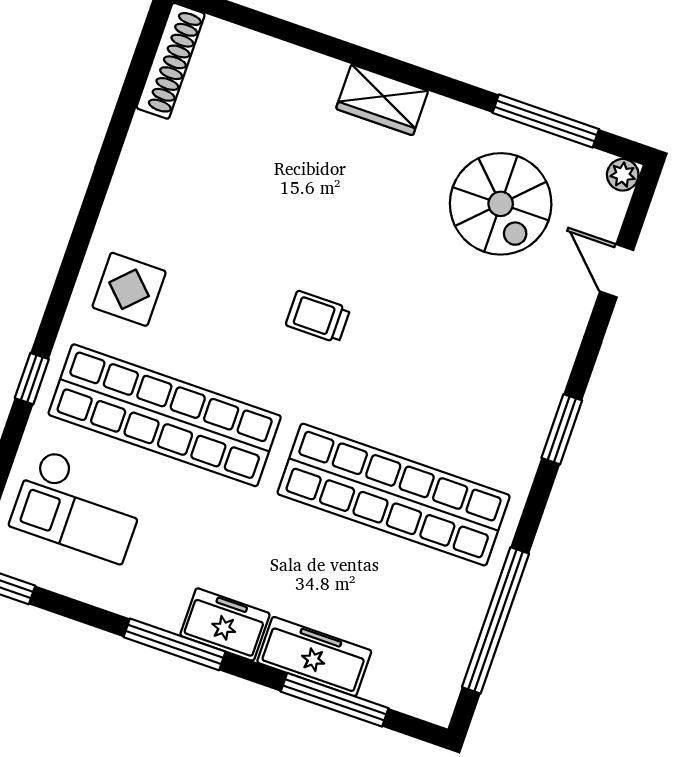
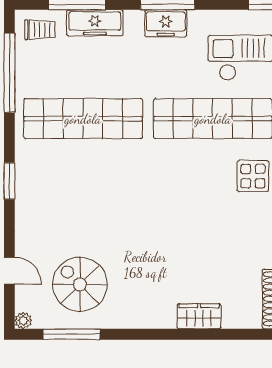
wardrobe: (382, 100) -> (199, 316), moved
trolley: (318, 317) -> (40, 30), moved
freezer: (225, 624) -> (166, 23), moved

